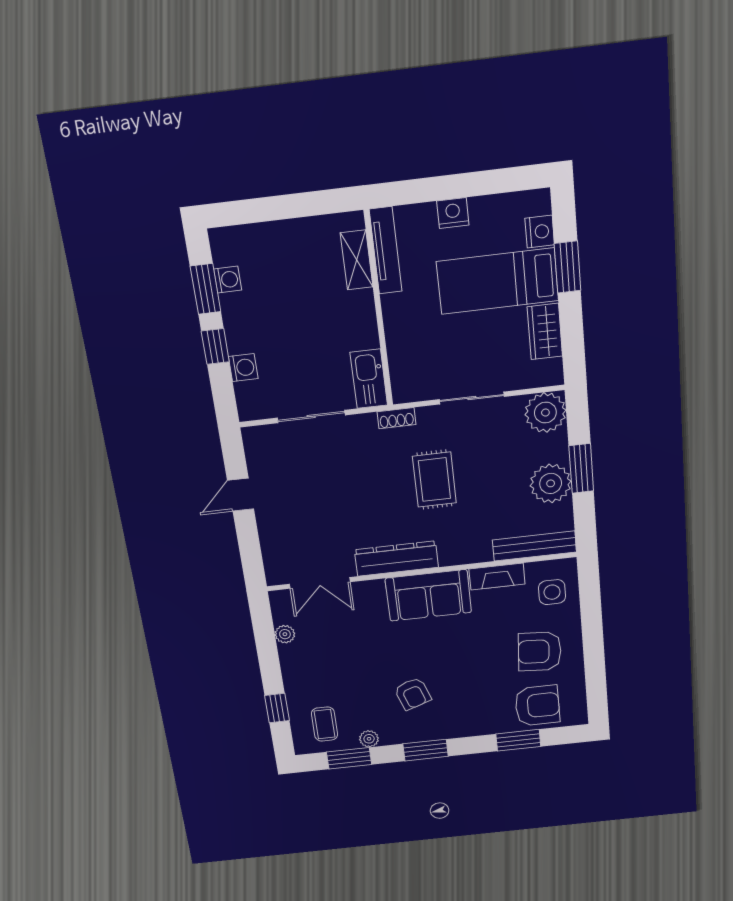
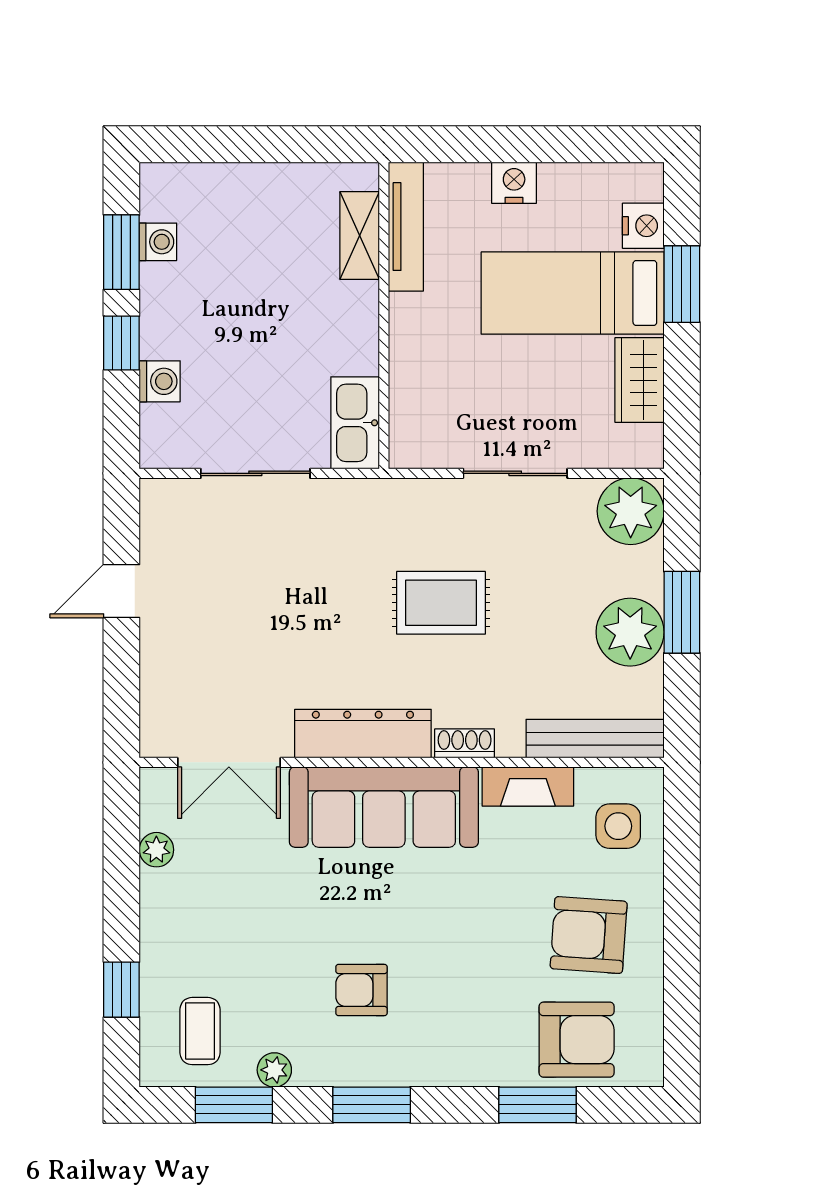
shoe rack: (396, 418) -> (465, 743), moved, turned 180
rug: (434, 480) -> (441, 603), turned 90
sofa: (428, 595) -> (384, 807), width x1.36
armchair: (413, 694) -> (362, 990), turned 109

